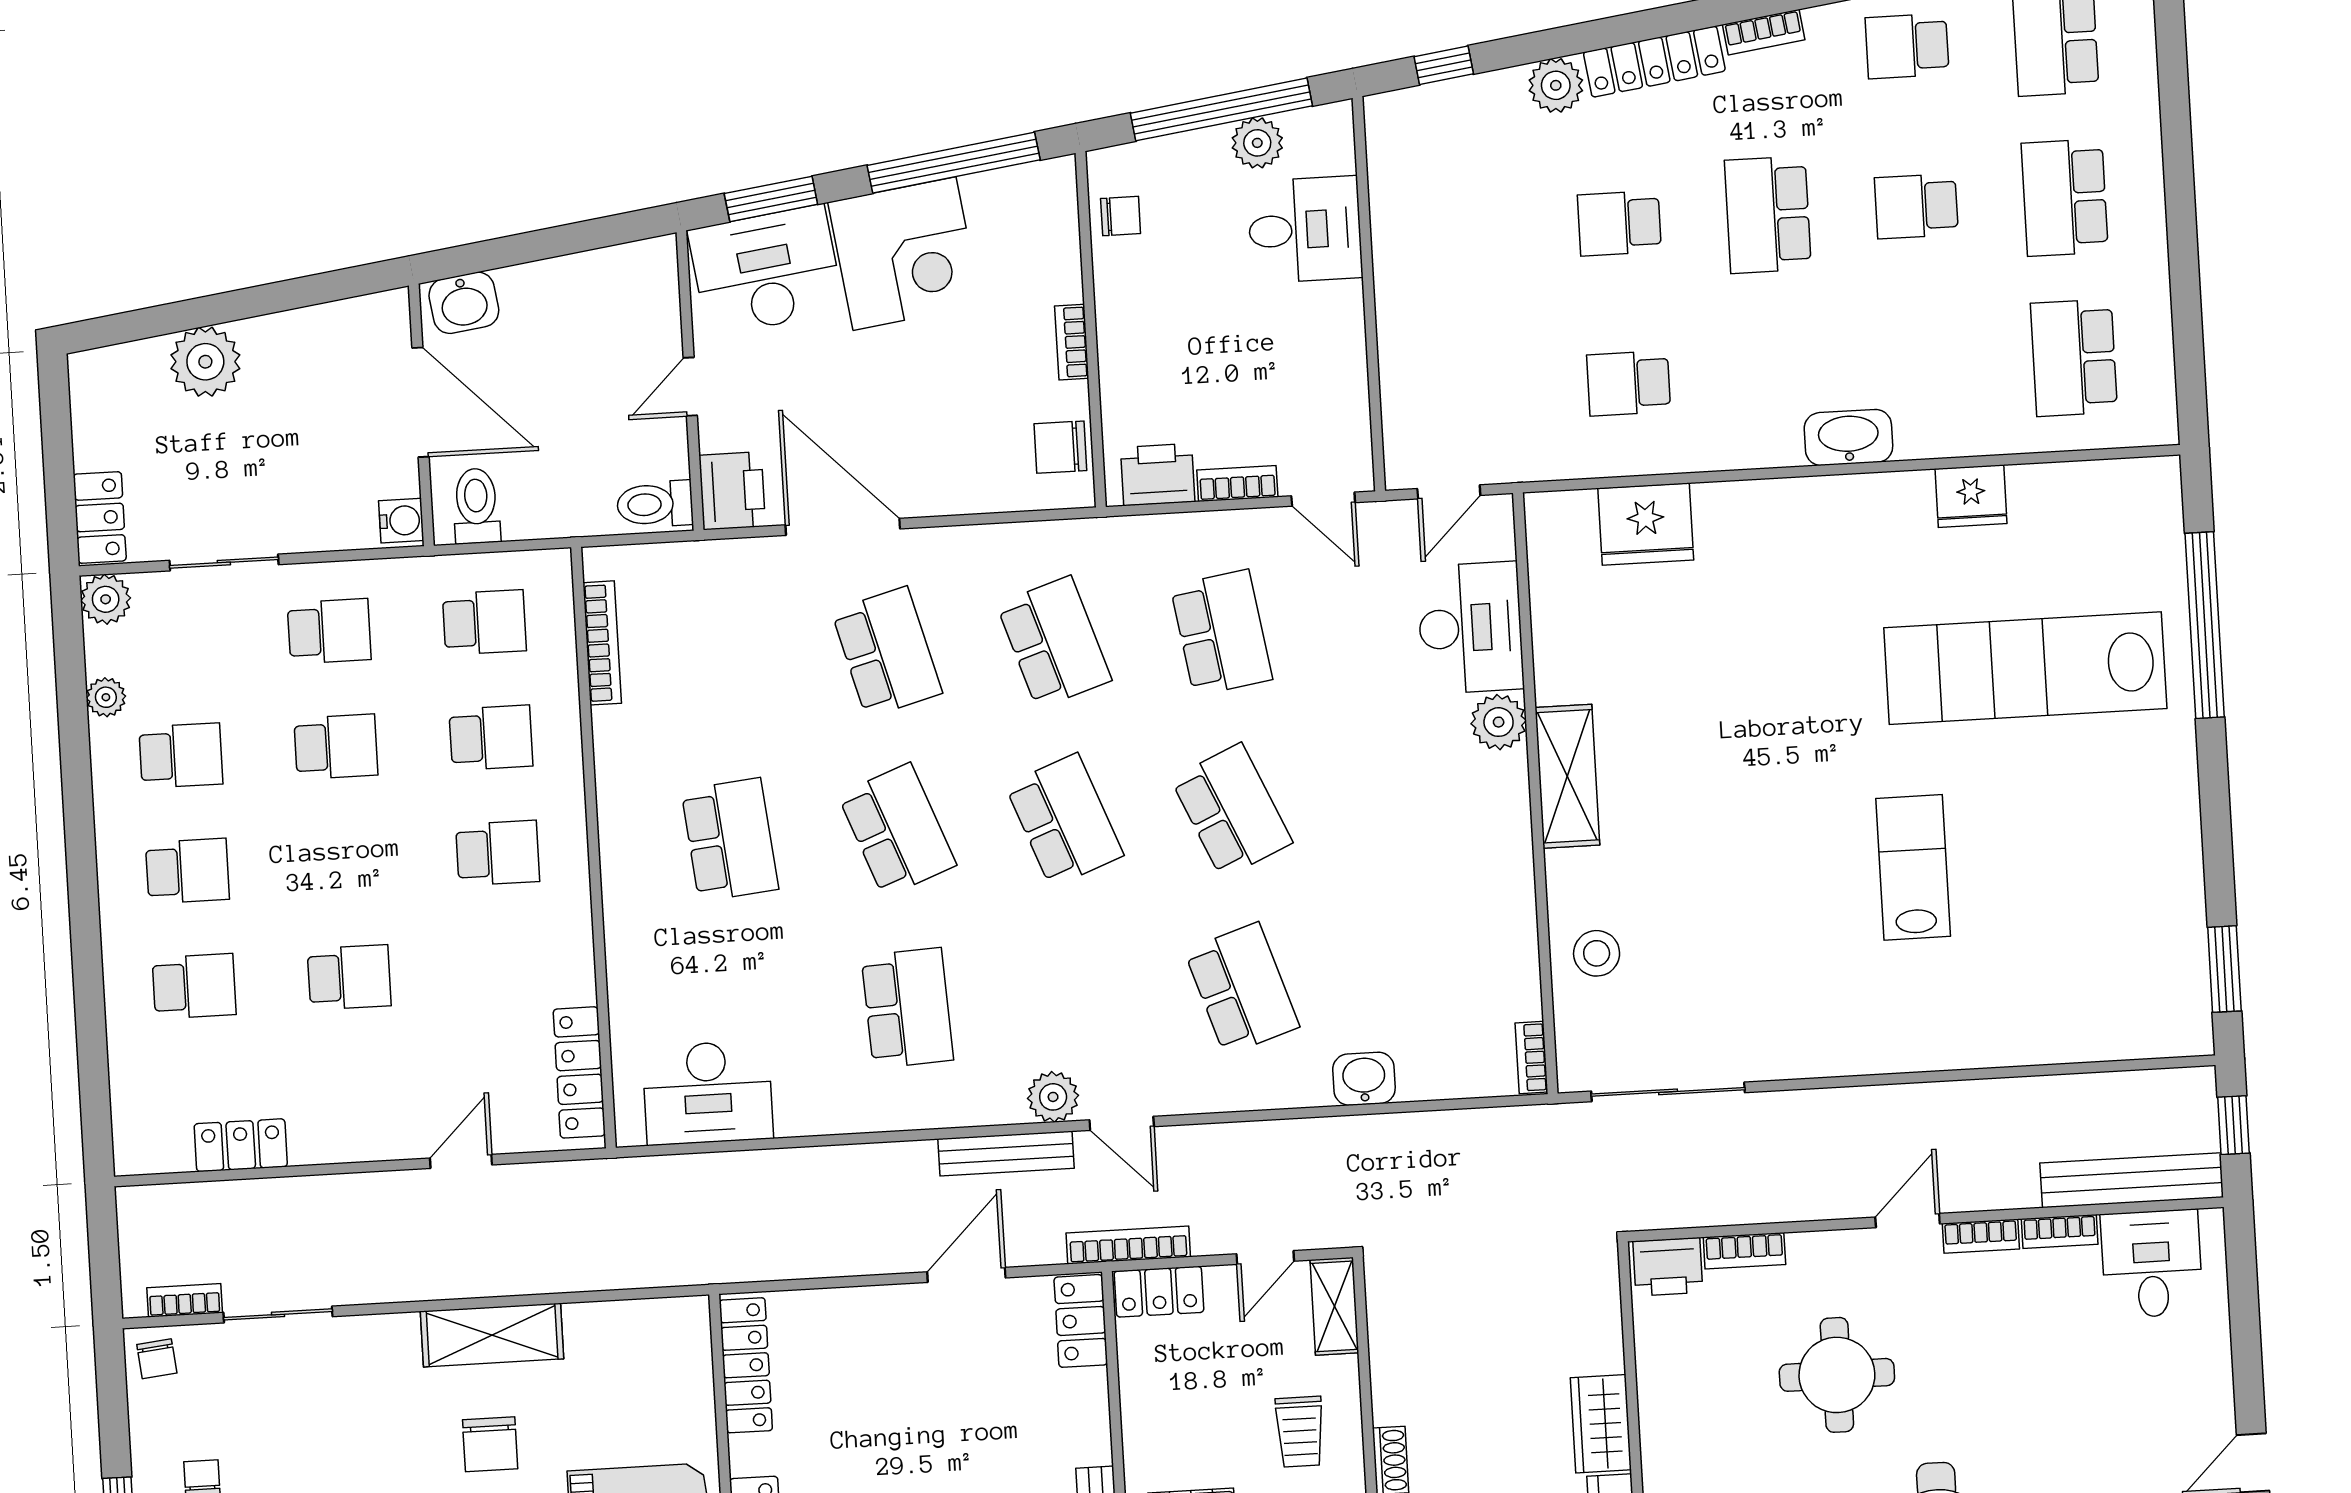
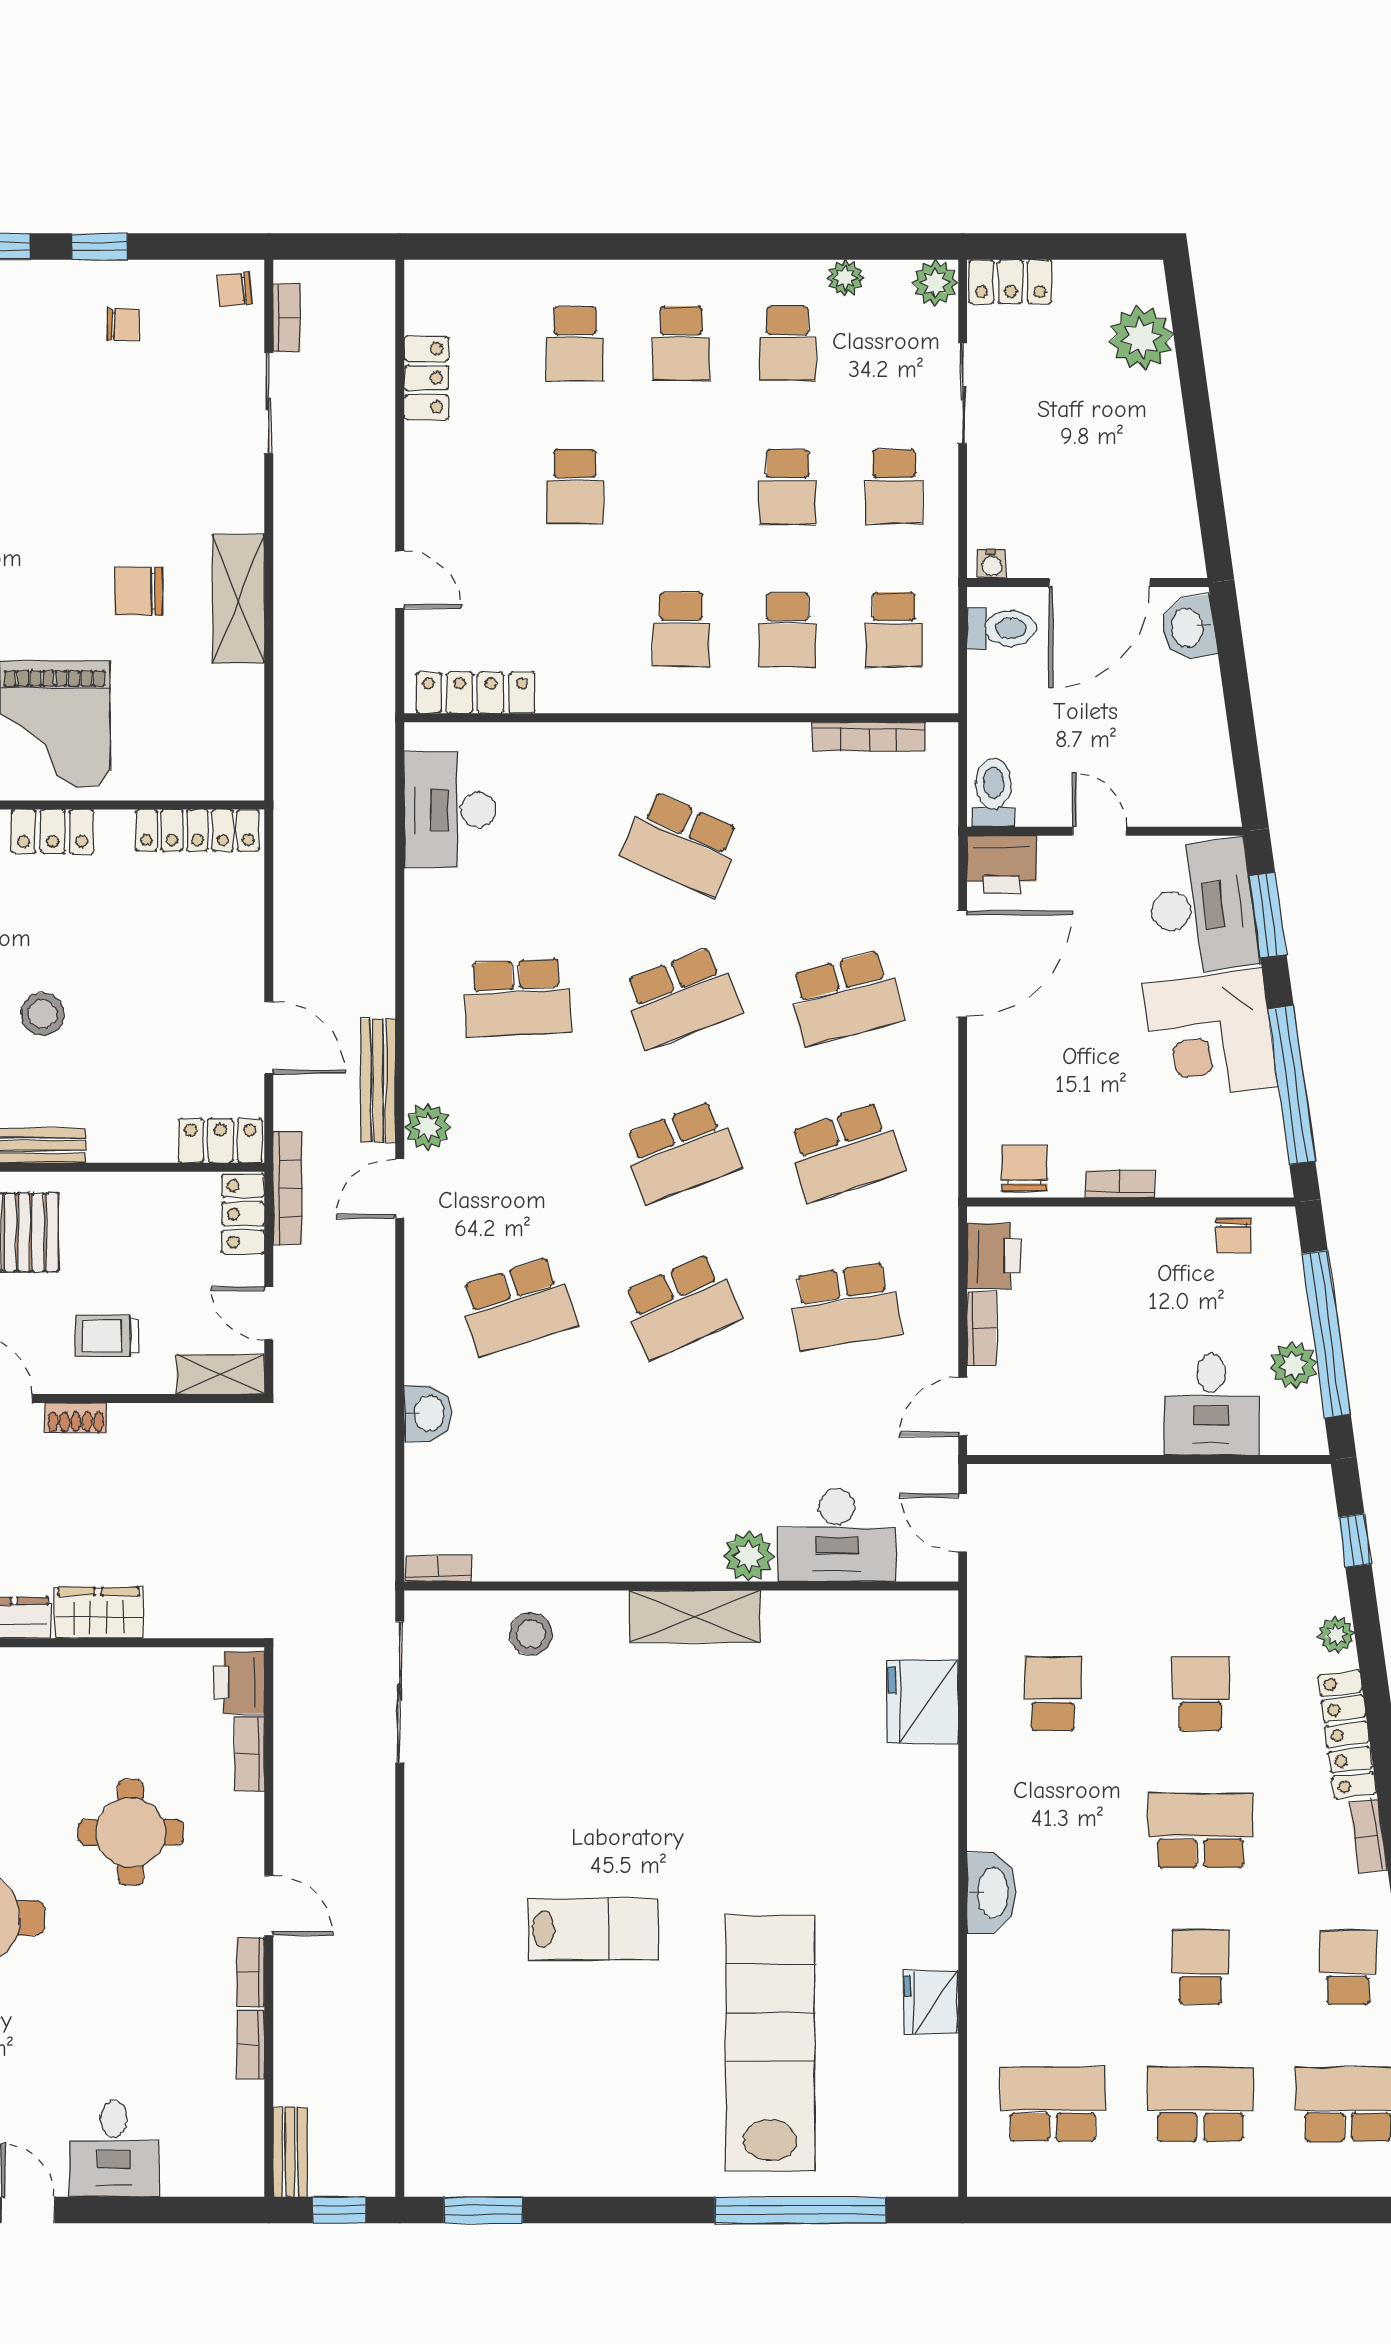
plant: (1556, 85) -> (1336, 1635), width x0.73, depth x0.73
plant: (205, 362) -> (1141, 338), moved
water cooler: (401, 521) -> (992, 564), width x0.72, depth x0.72
school desk: (730, 840) -> (681, 844), turned 30
bench: (2132, 1180) -> (290, 2152), width x0.54, depth x0.82
desk: (2152, 1264) -> (114, 2149), moved, turned 90

